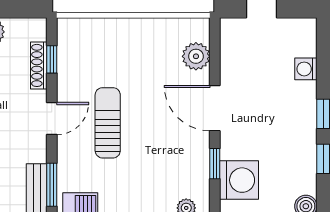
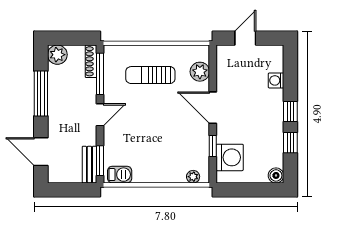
window: (52, 59) -> (100, 74), width x2.17
shoe rack: (39, 65) -> (91, 61), moved
sun lounger: (108, 123) -> (150, 75), moved, turned -90

